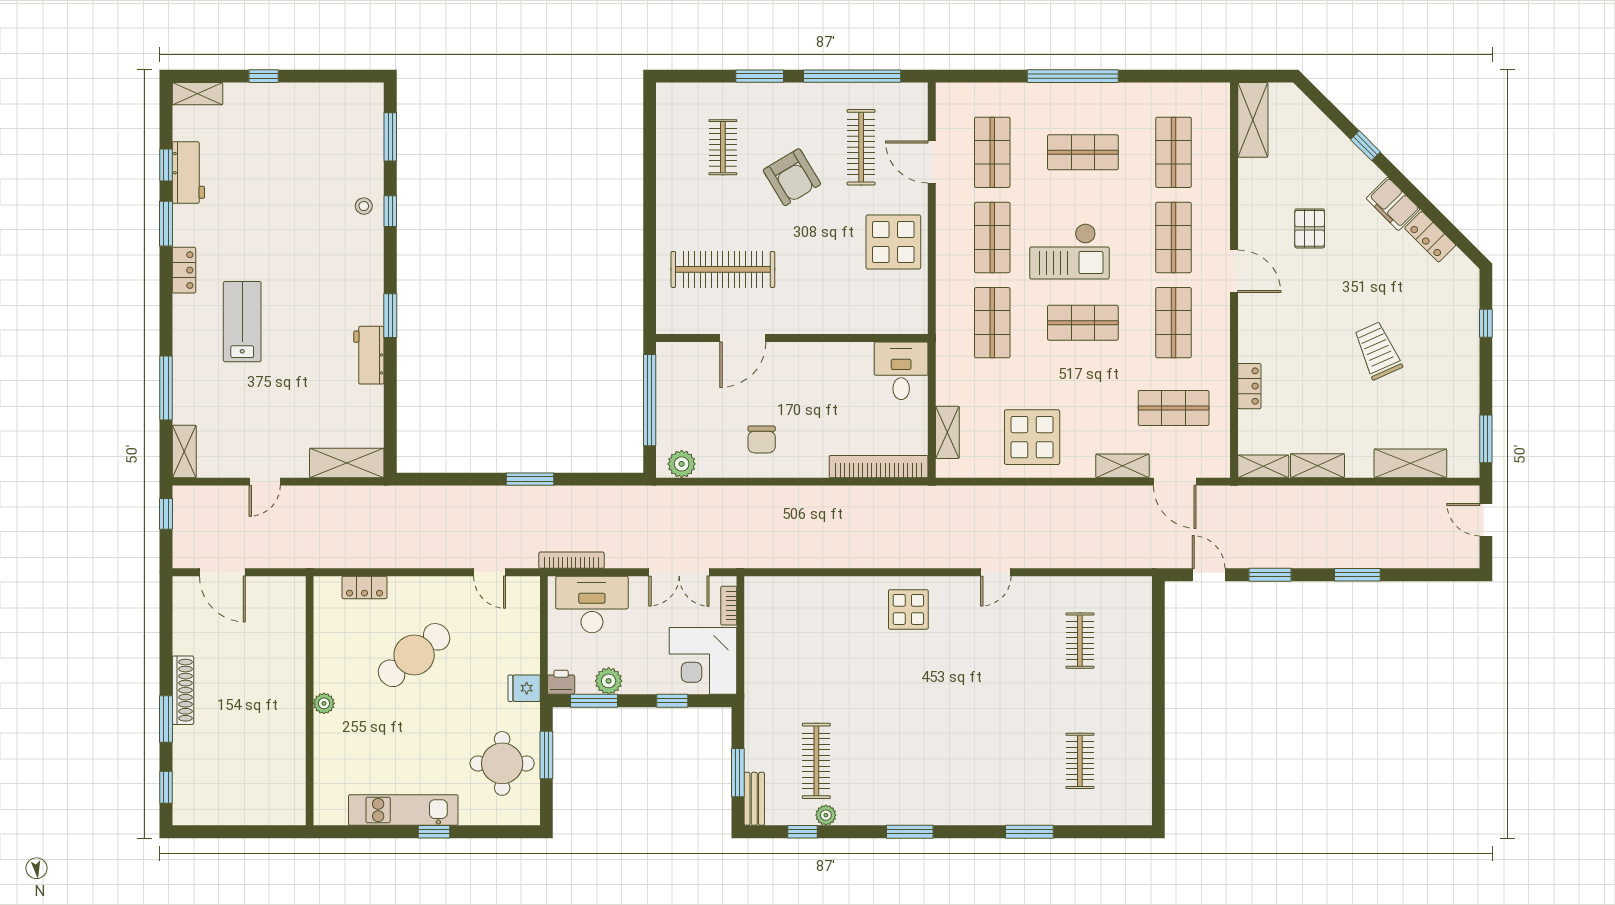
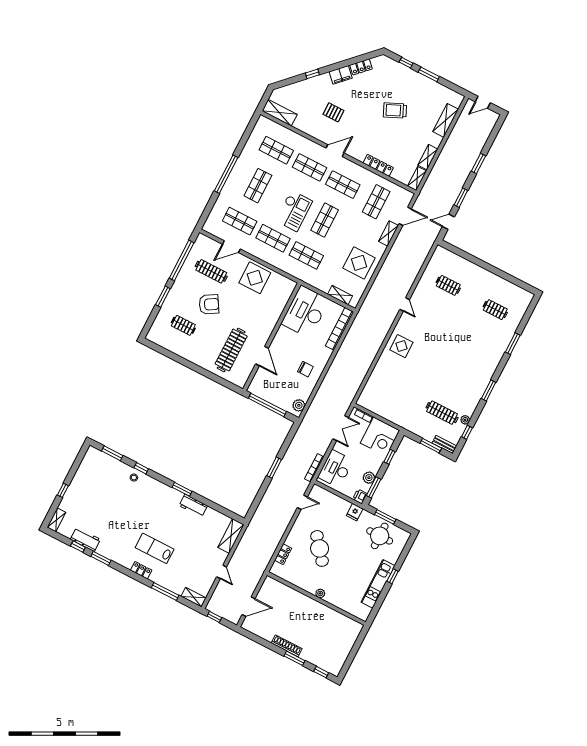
locker: (184, 270) -> (141, 570), moved
desk: (901, 371) -> (305, 312), width x1.87, depth x1.30
locker: (1249, 386) -> (378, 165), width x1.53
window: (1486, 439) -> (429, 74), moved

